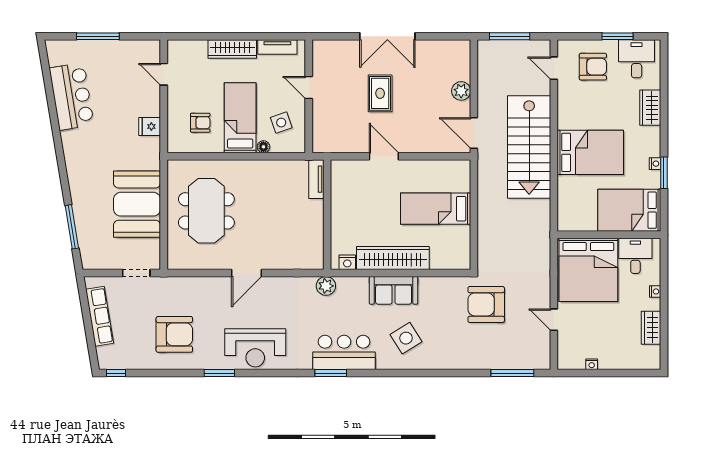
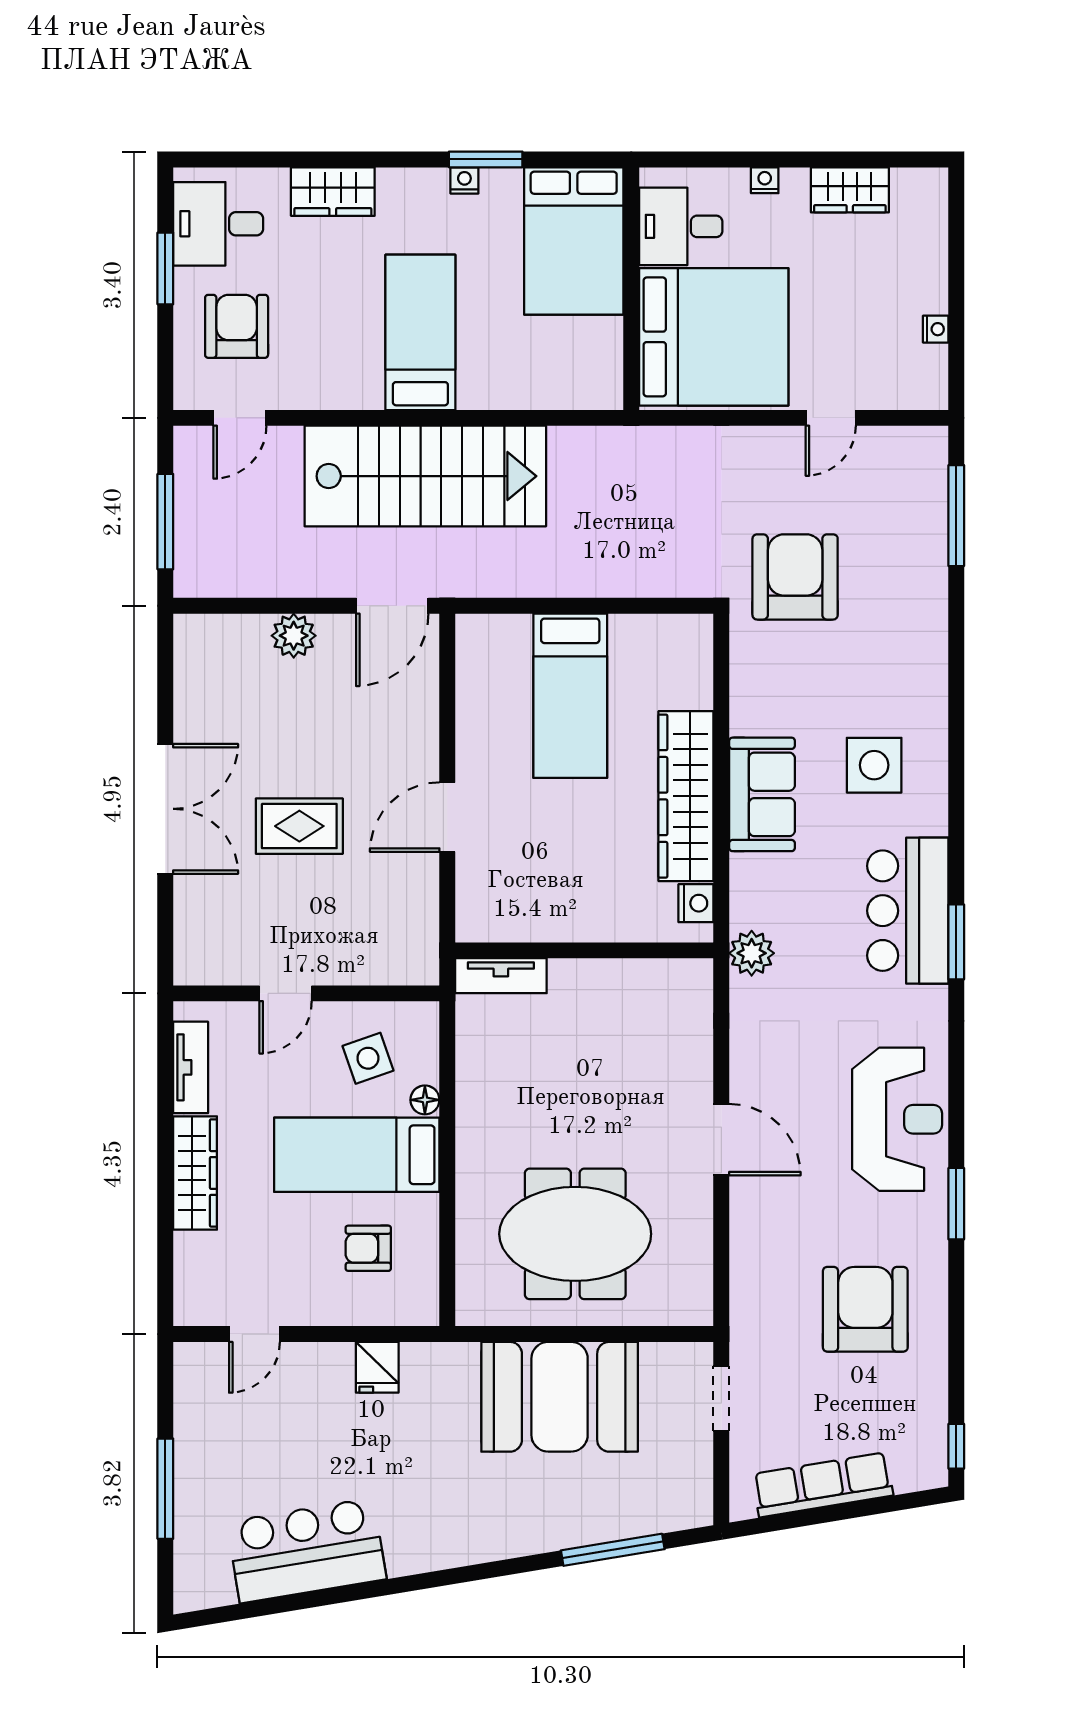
armchair: (200, 123) -> (368, 1248), turned -90
bed: (590, 152) -> (420, 332), width x0.67
armchair: (486, 304) -> (795, 577), turned 180
side table: (406, 338) -> (874, 765), turned 32

